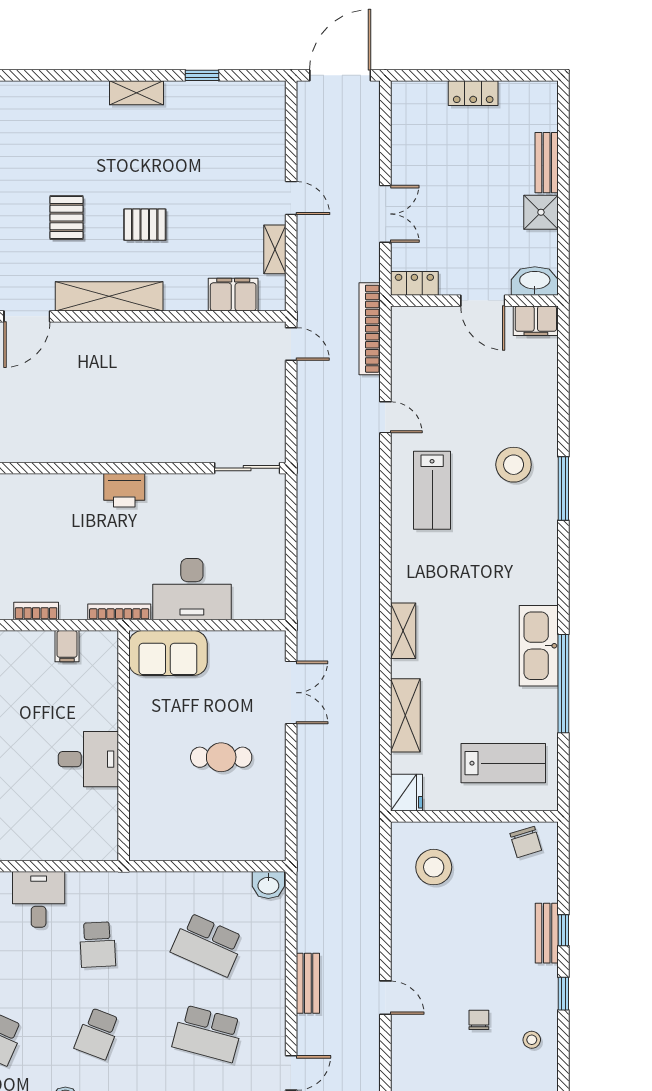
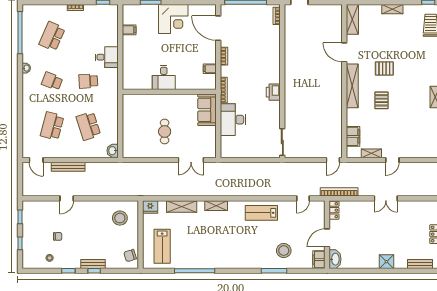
bench: (547, 163) -> (420, 264), moved
washbasin: (535, 281) -> (335, 259), moved
locker: (414, 283) -> (334, 210), moved
wall: (474, 301) -> (327, 235), moved
door: (483, 301) -> (327, 238), moved
filing cabinet: (536, 321) -> (319, 260), moved
lab bench: (432, 490) -> (261, 213), moved
kitchen sink: (539, 646) -> (210, 261), removed
school desk: (208, 945) -> (88, 126), turned -42
bench: (308, 983) -> (68, 167), width x1.36

